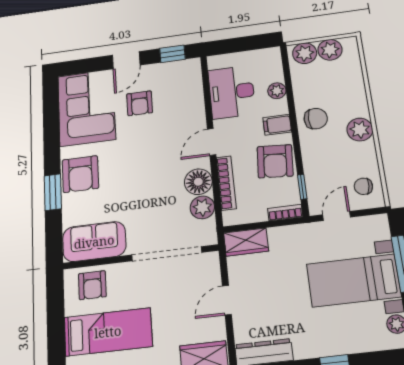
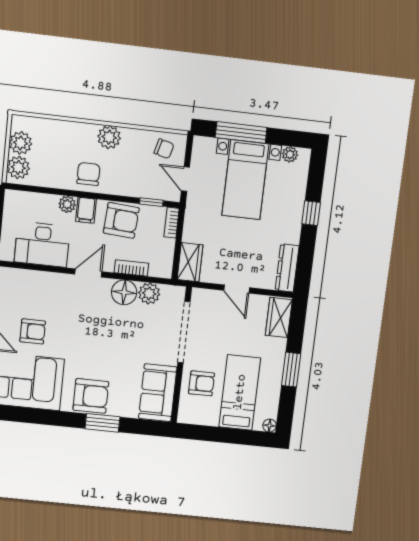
plant: (277, 91) -> (67, 204), moved
door: (212, 142) -> (88, 273), swing flipped
bookcase: (226, 183) -> (131, 268), width x0.64
chair: (363, 186) -> (164, 149), turned -81
armchair: (92, 285) -> (202, 383), moved

